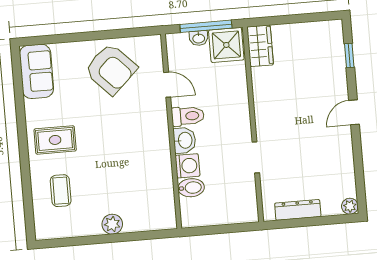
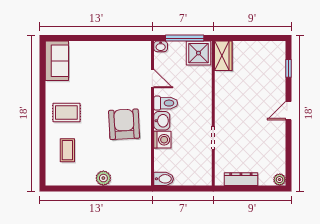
washbasin: (199, 38) -> (161, 46), moved
armchair: (111, 69) -> (124, 124), moved, turned -139
bidet: (191, 188) -> (164, 179), moved

